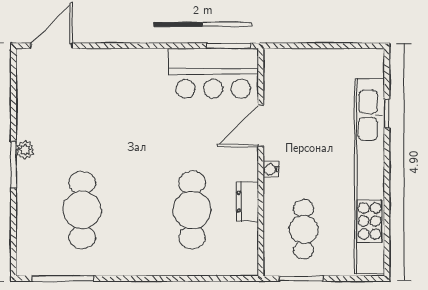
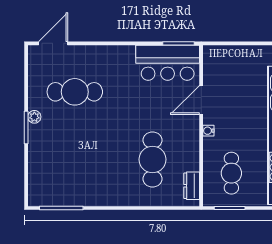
dresser: (247, 202) -> (192, 186), moved
cafe table: (82, 210) -> (75, 92), moved, turned 90

